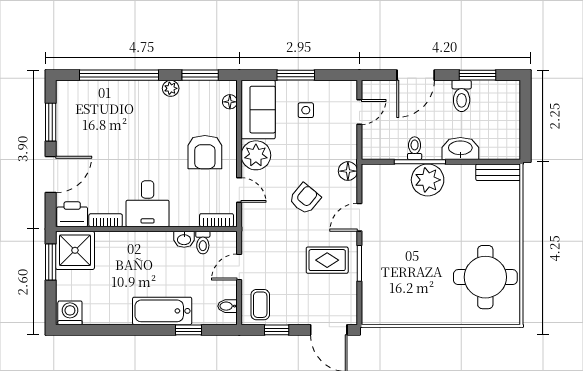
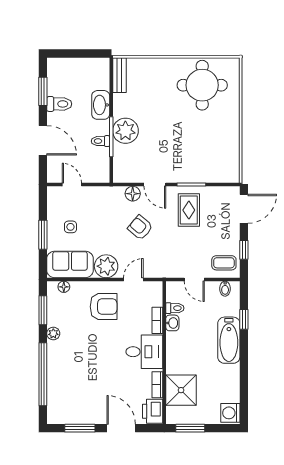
floor lamp: (348, 171) -> (133, 194), moved
bookcase: (217, 220) -> (157, 320), moved
shower: (75, 250) -> (181, 390), moved

